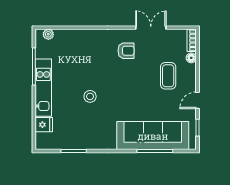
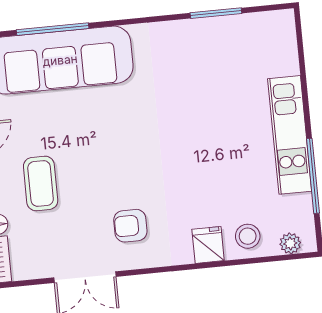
stool: (90, 96) -> (248, 236), moved
fridge: (44, 125) -> (208, 245), moved, turned 90

